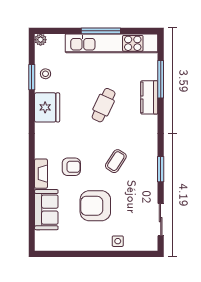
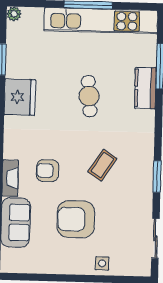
stool: (45, 74) -> (19, 56), removed
cafe table: (104, 105) -> (89, 96), turned -30
armchair: (71, 167) -> (48, 171), turned 180

